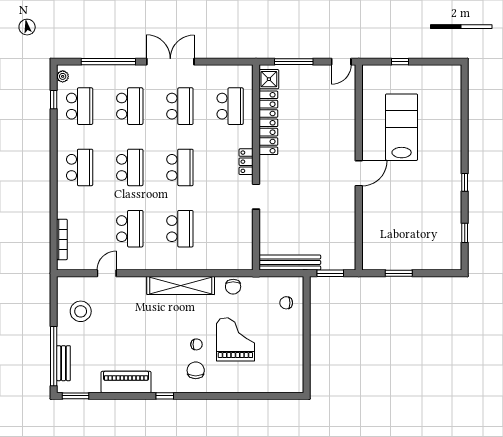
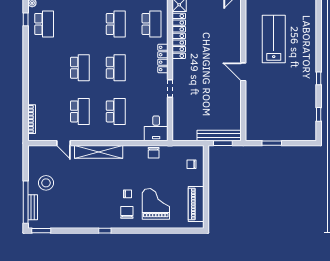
school desk: (130, 106) -> (80, 24), removed
locker: (246, 162) -> (163, 58), width x1.53
school desk: (80, 167) -> (44, 68), removed
door: (359, 173) -> (243, 72), swing flipped
desk: (237, 252) -> (156, 128), added
bench: (290, 262) -> (219, 136), moved
door: (107, 273) -> (63, 143), swing flipped
shelving: (181, 285) -> (99, 152), moved
stool: (81, 311) -> (46, 183), moved
grand piano: (235, 339) -> (156, 204), moved
piano: (126, 382) -> (196, 204), moved, turned -90

